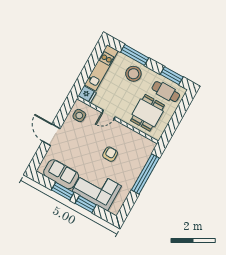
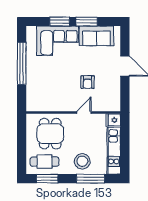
side table: (79, 115) -> (110, 97), removed
armchair: (110, 154) -> (88, 82), moved
window: (145, 174) -> (22, 63), moved

